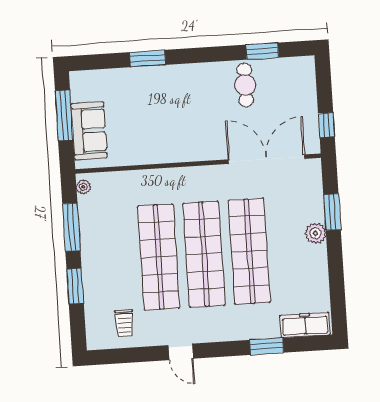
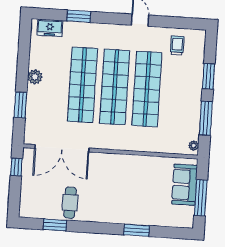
plant: (315, 233) -> (35, 77), moved
freezer: (305, 325) -> (50, 28), width x0.71

